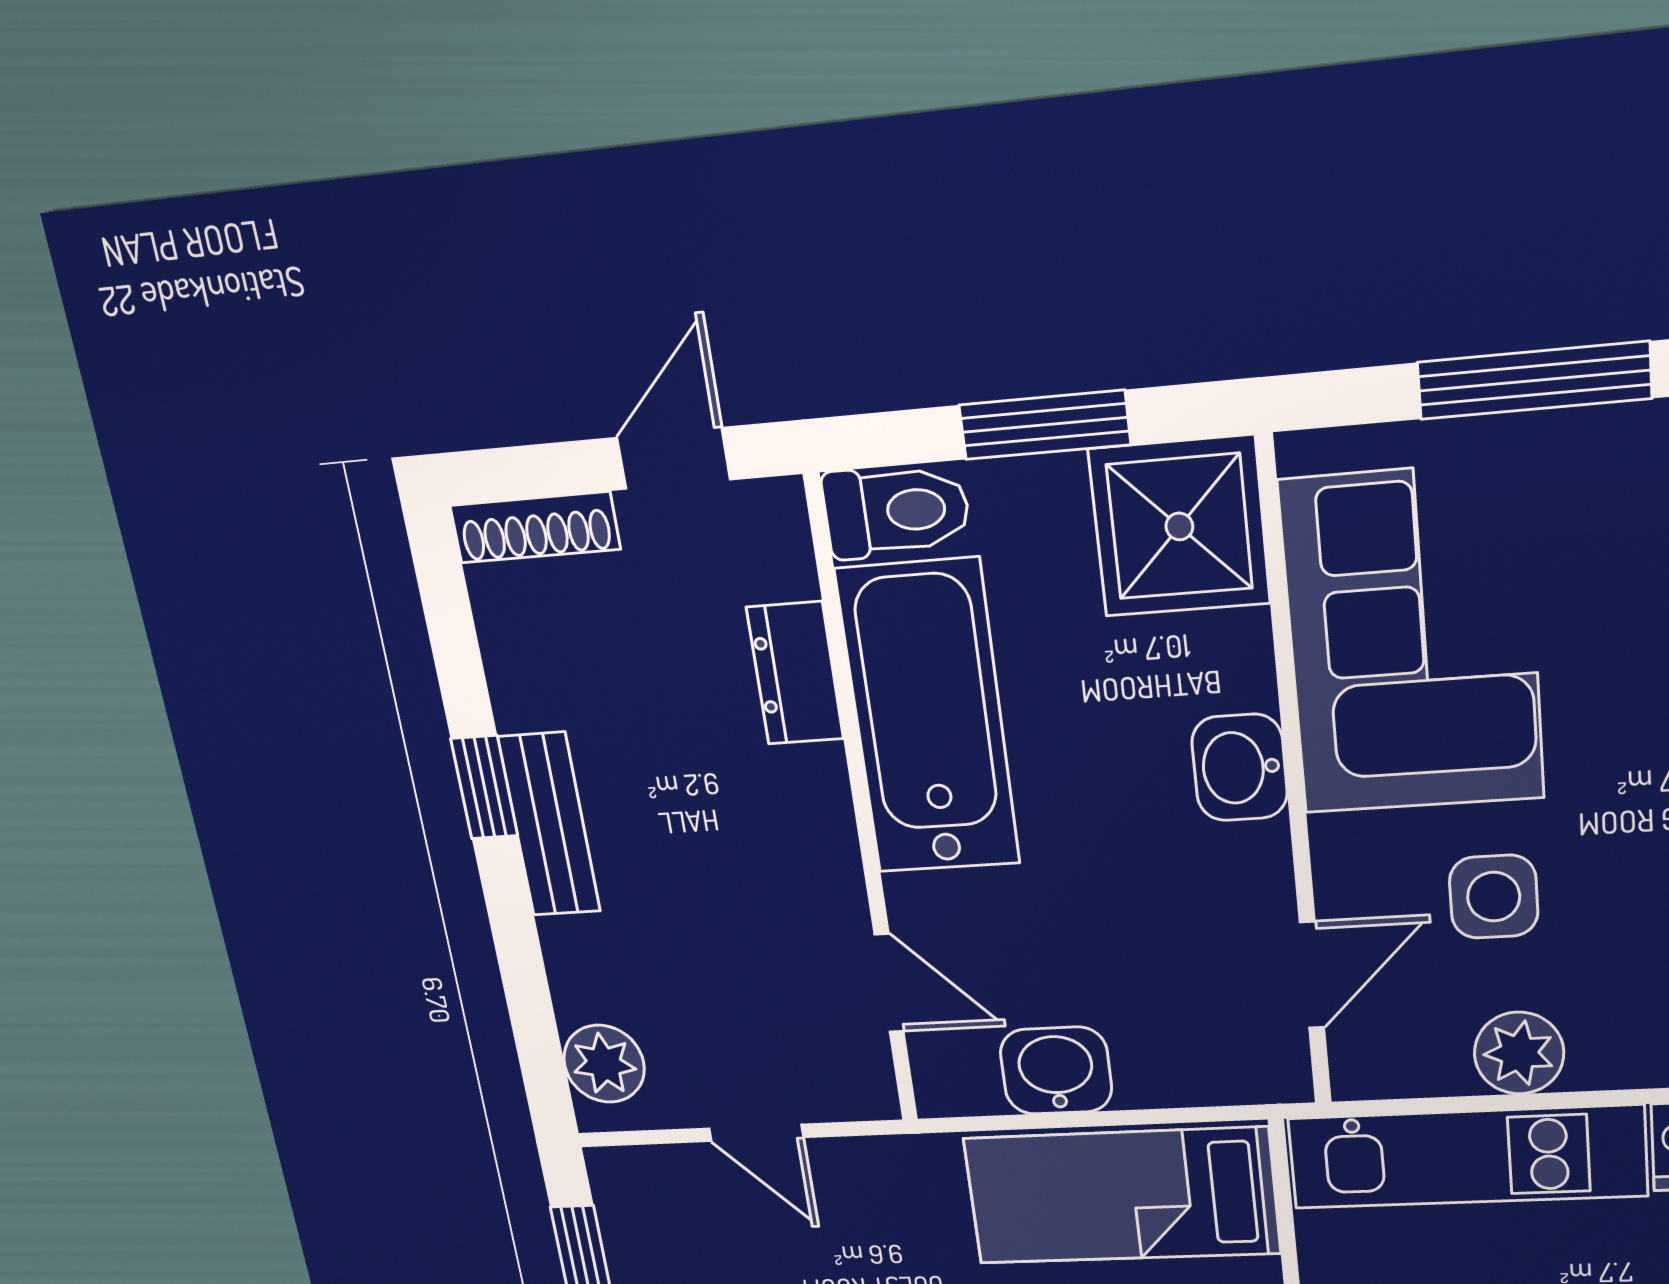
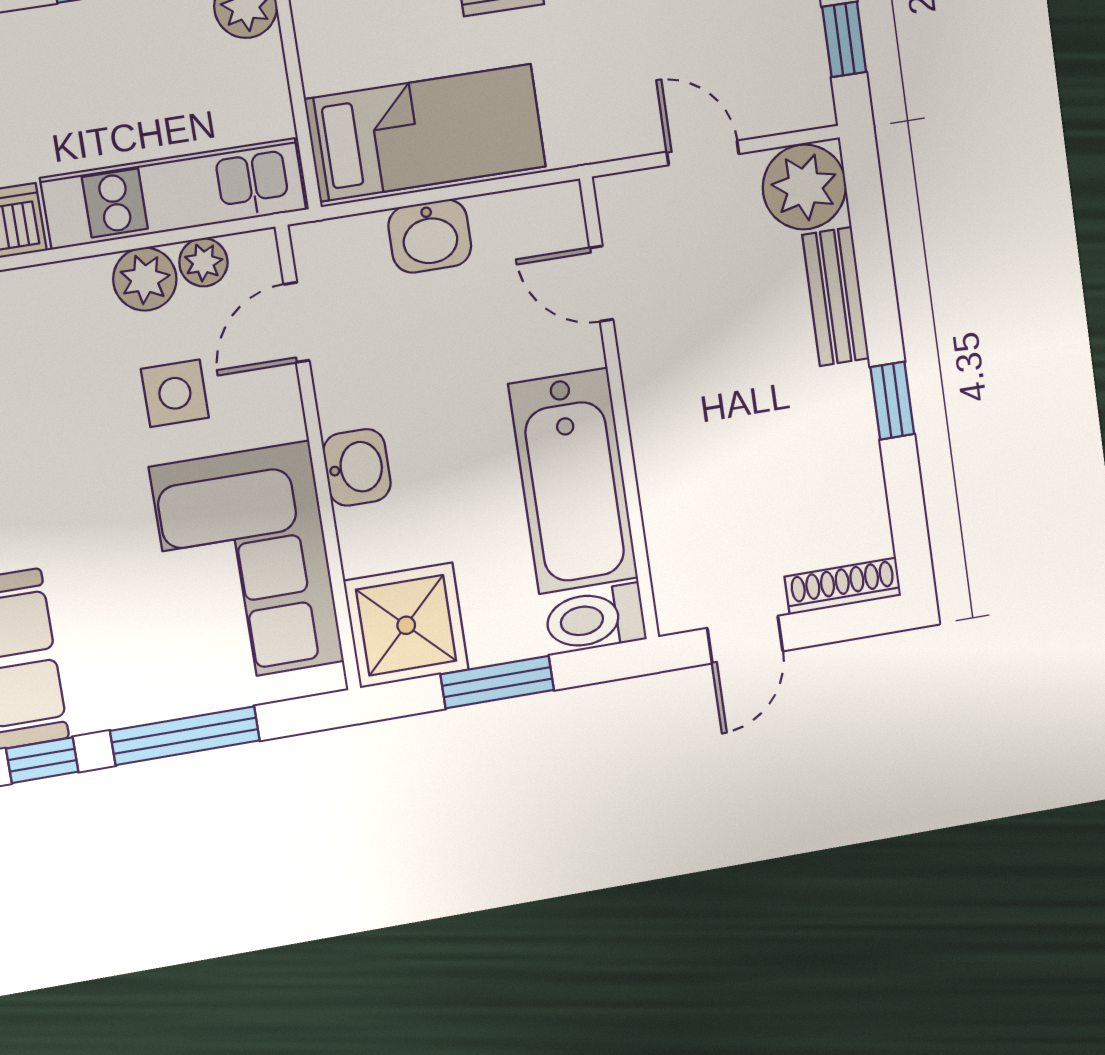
dresser: (795, 673) -> (666, 503), removed
bench: (549, 825) -> (836, 297), moved
plant: (604, 1064) -> (804, 187), width x1.36, depth x1.36
plant: (1435, 1066) -> (203, 262), added
washbasin: (1056, 1071) -> (430, 236), moved

